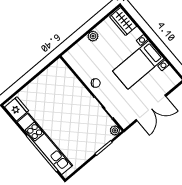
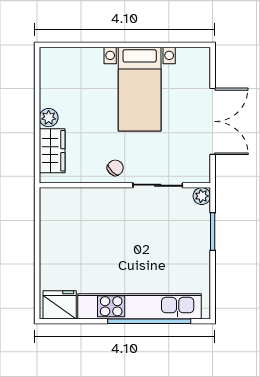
wardrobe: (123, 21) -> (52, 151), moved, turned -90

